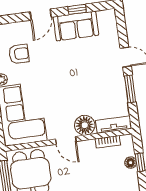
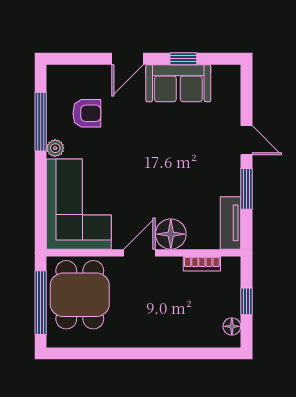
tv unit: (114, 125) -> (231, 223), moved, turned -90
door: (66, 140) -> (139, 253), swing flipped
floor lamp: (131, 163) -> (232, 326), moved

